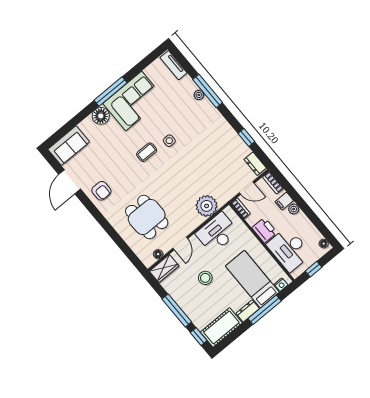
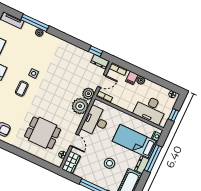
window: (208, 91) -> (35, 23), moved
window: (246, 138) -> (96, 51), moved
plant: (223, 196) -> (88, 94), added
printer: (264, 230) -> (127, 104), removed
stool: (205, 278) -> (109, 163), moved

